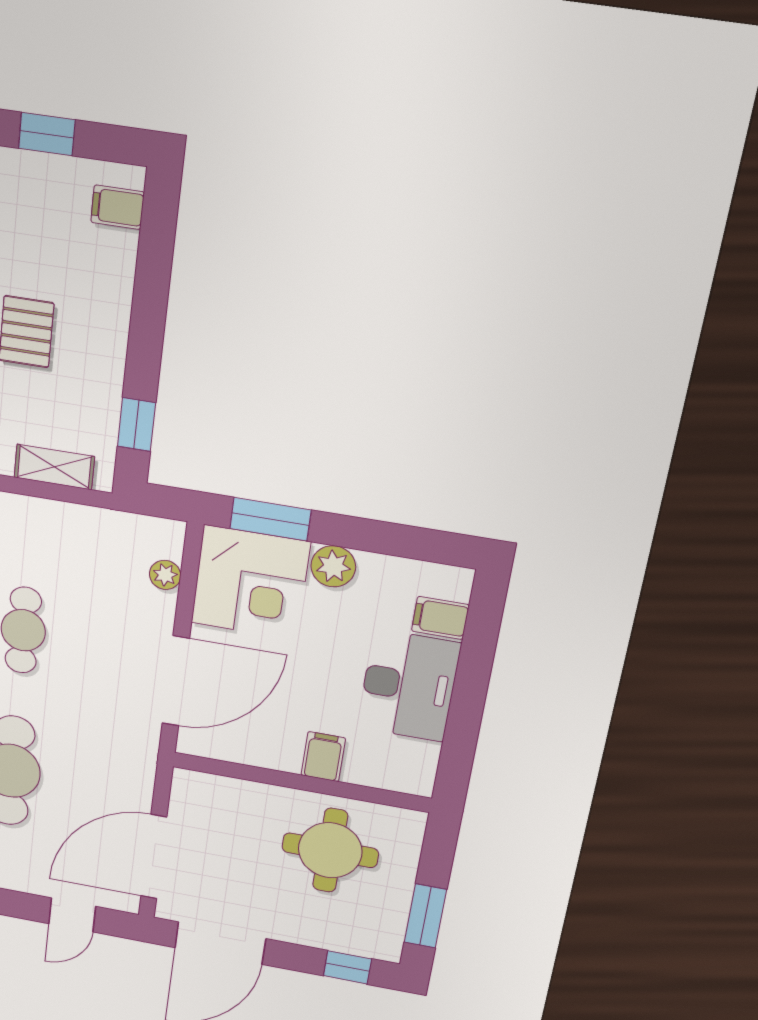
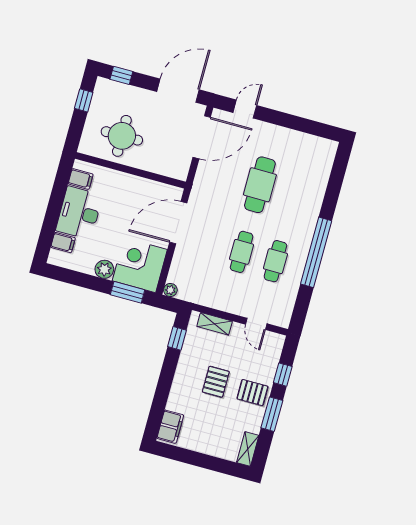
window: (47, 134) -> (193, 458), removed
filing cabinet: (118, 207) -> (170, 427), width x2.00
plant: (165, 575) -> (170, 290), moved
filing cabinet: (323, 757) -> (81, 179), moved, turned -90
window: (425, 916) -> (84, 100), width x0.67

